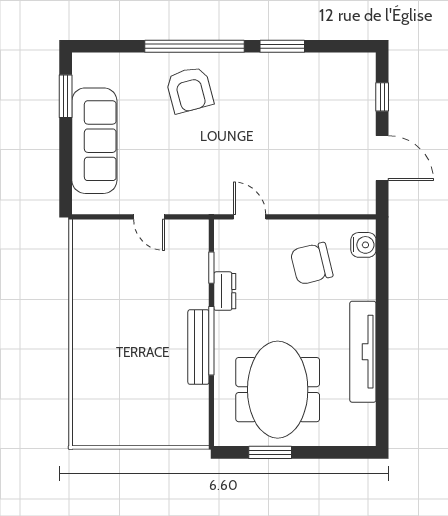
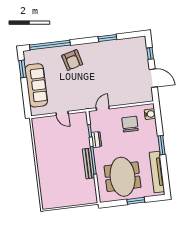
window: (195, 46) -> (50, 45), moved
door: (250, 217) -> (103, 108), hinge flipped
chair: (312, 264) -> (130, 124), turned 104
window: (382, 324) -> (161, 145), added
tv unit: (363, 352) -> (157, 172), moved
window: (270, 452) -> (136, 201), moved

